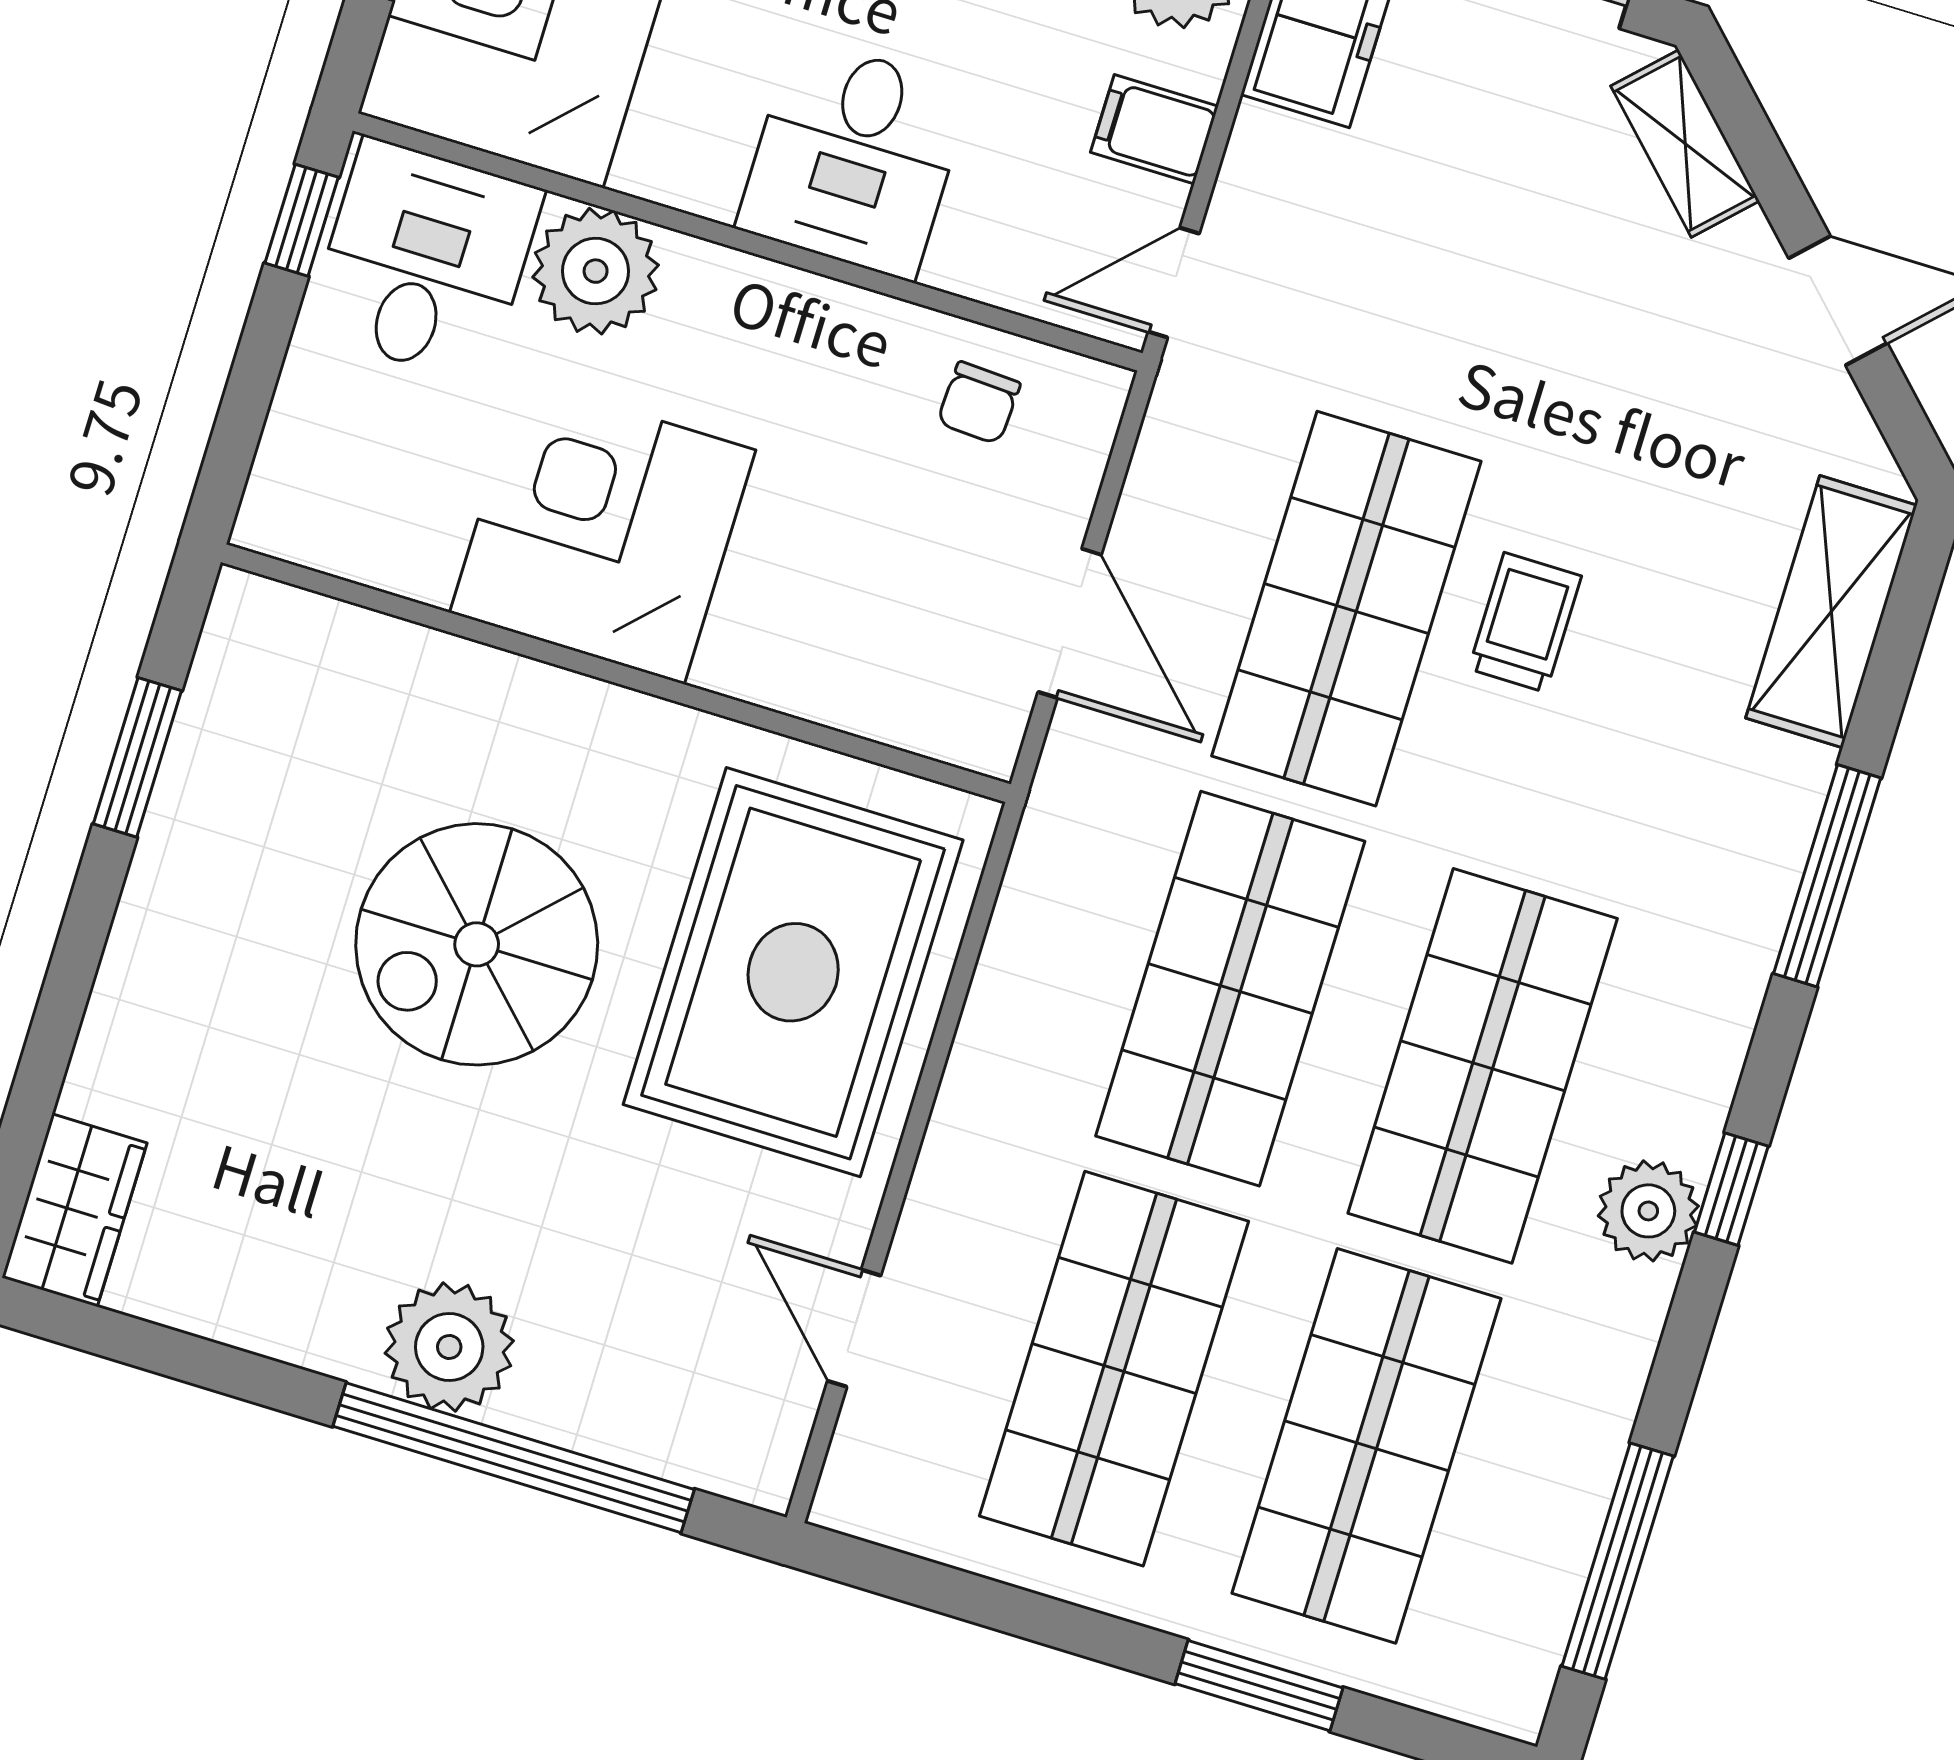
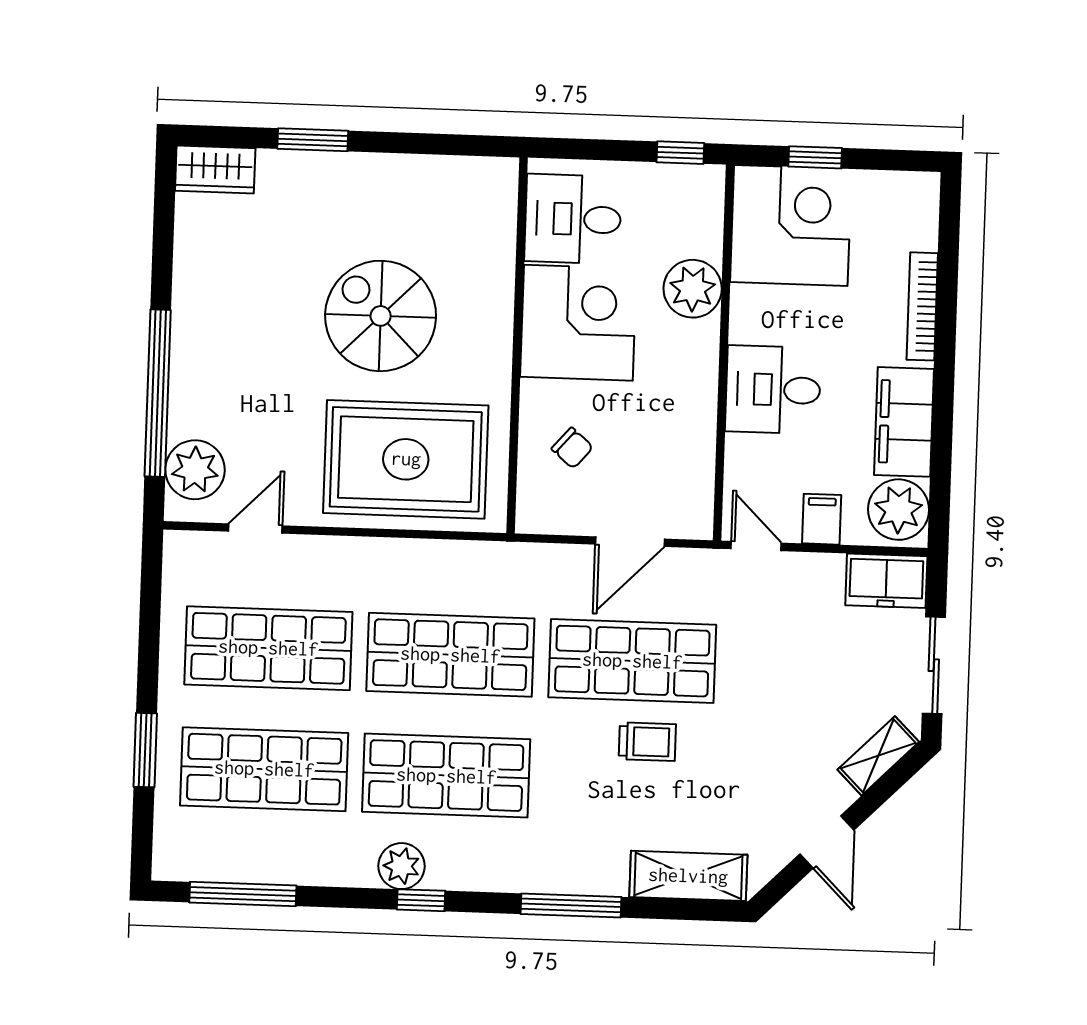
desk: (425, 261) -> (573, 219), moved, turned 180
chair: (979, 403) -> (572, 448), moved, turned -142
door: (1070, 623) -> (630, 542), moved
window: (137, 757) -> (313, 140), moved
plant: (449, 1347) -> (195, 470), moved

